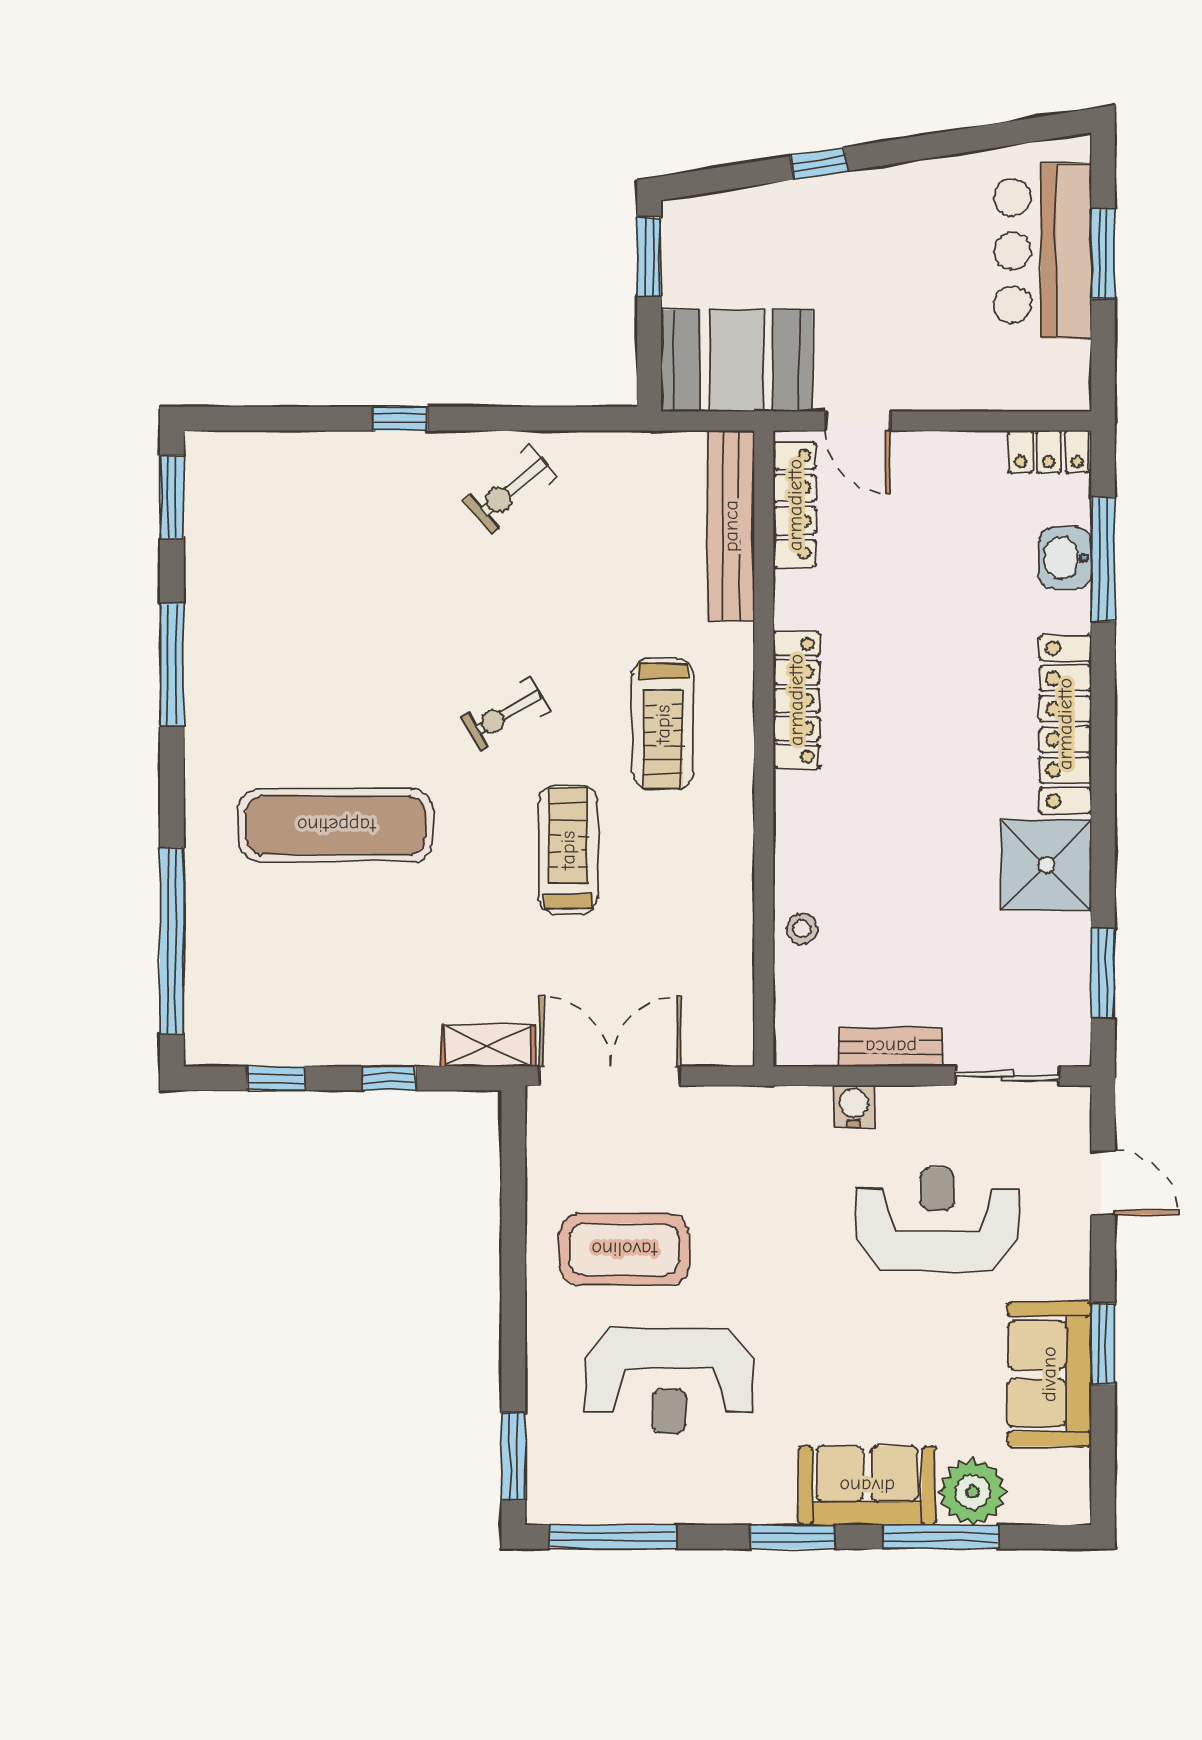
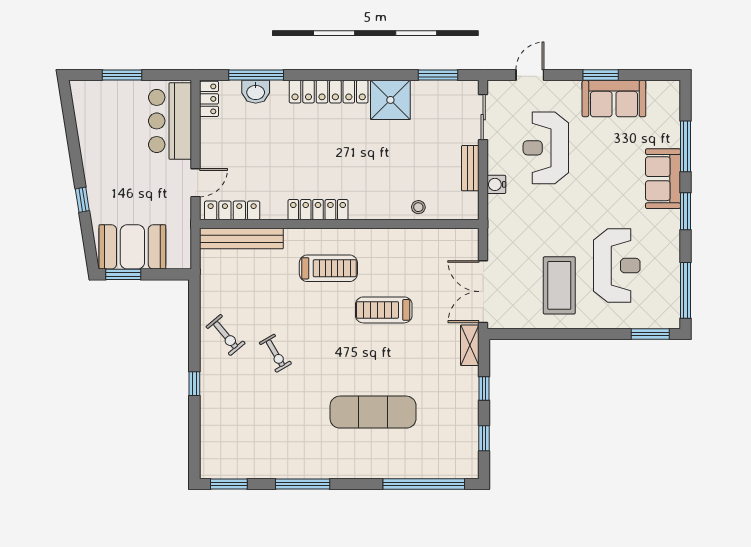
bar counter: (1043, 251) -> (170, 121), moved, turned 90
booth: (737, 361) -> (132, 247), moved, turned 90
exercise bike: (505, 714) -> (275, 353), moved
exercise mat: (336, 825) -> (373, 412), turned 90
plant: (973, 1492) -> (666, 132), removed

